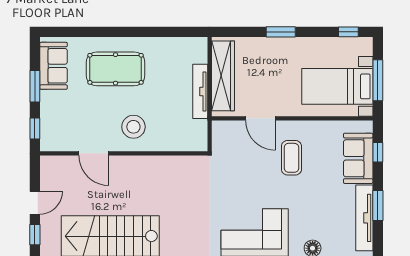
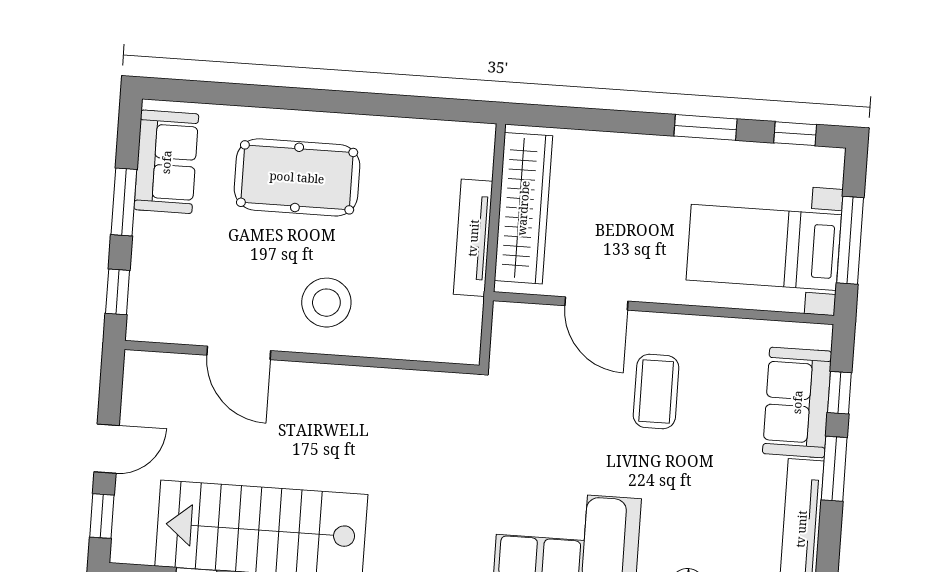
window: (281, 32) -> (705, 127), moved
window: (378, 205) -> (834, 469), moved

